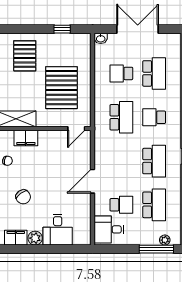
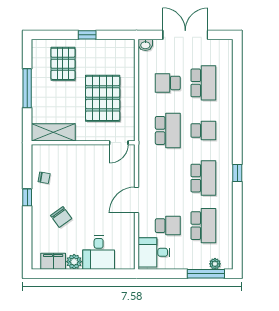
window: (62, 29) -> (87, 35), moved
school desk: (154, 117) -> (203, 130), turned 180
filing cabinet: (26, 138) -> (64, 153), removed

